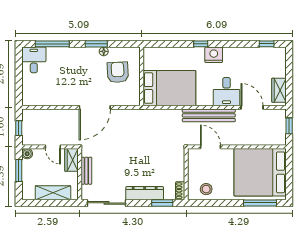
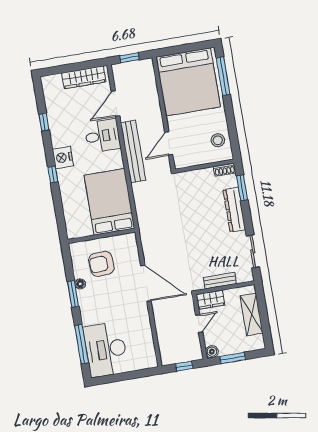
window: (267, 44) -> (44, 122), moved
desk: (34, 60) -> (106, 349), width x1.87, depth x1.30
wardrobe: (279, 90) -> (84, 77), width x1.50
sliding door: (106, 203) -> (253, 251), width x0.73

